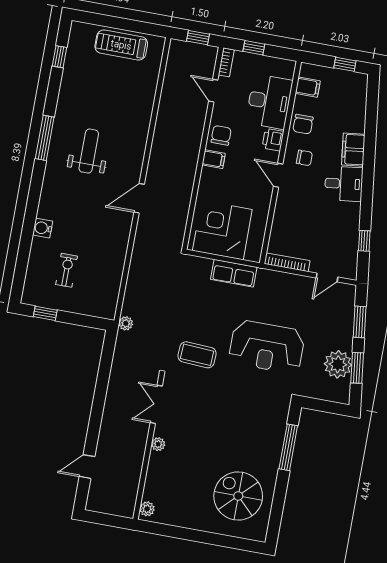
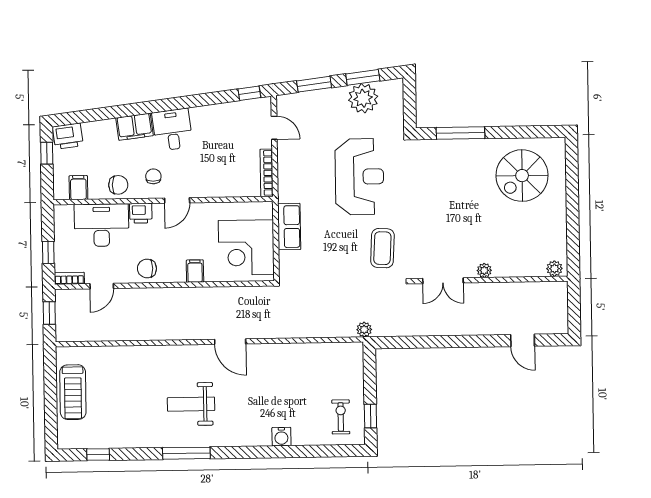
printer: (357, 87) -> (68, 136), added
filing cabinet: (214, 159) -> (195, 271), moved
window: (364, 241) -> (249, 93), moved
exercise bike: (67, 270) -> (341, 417), moved, turned 90

